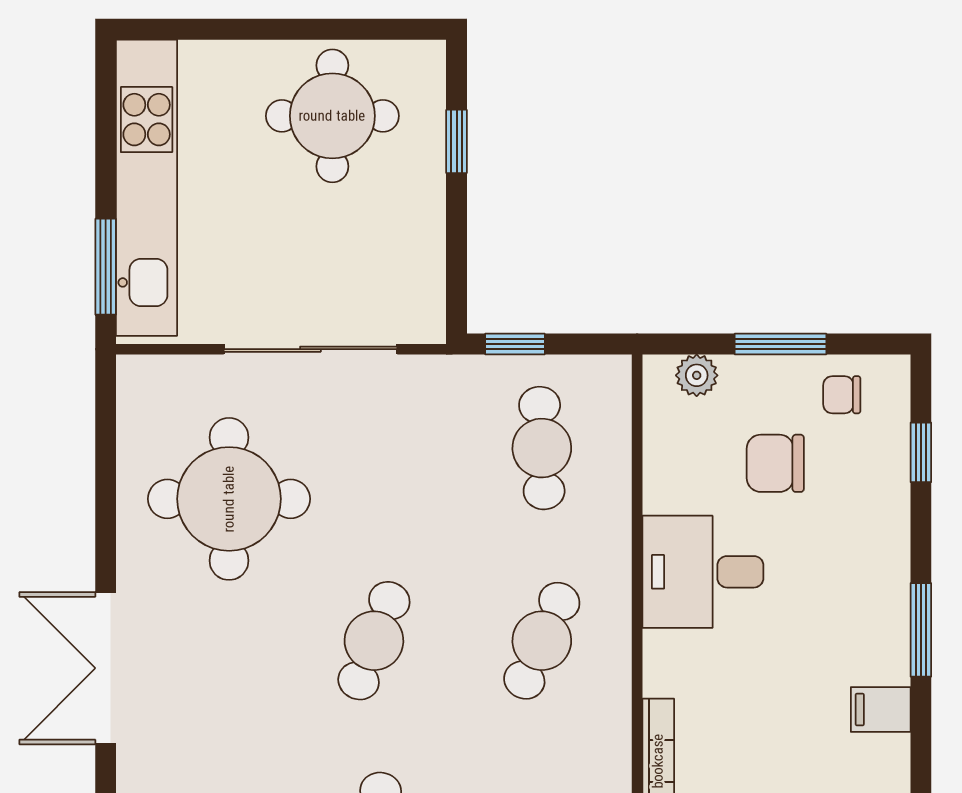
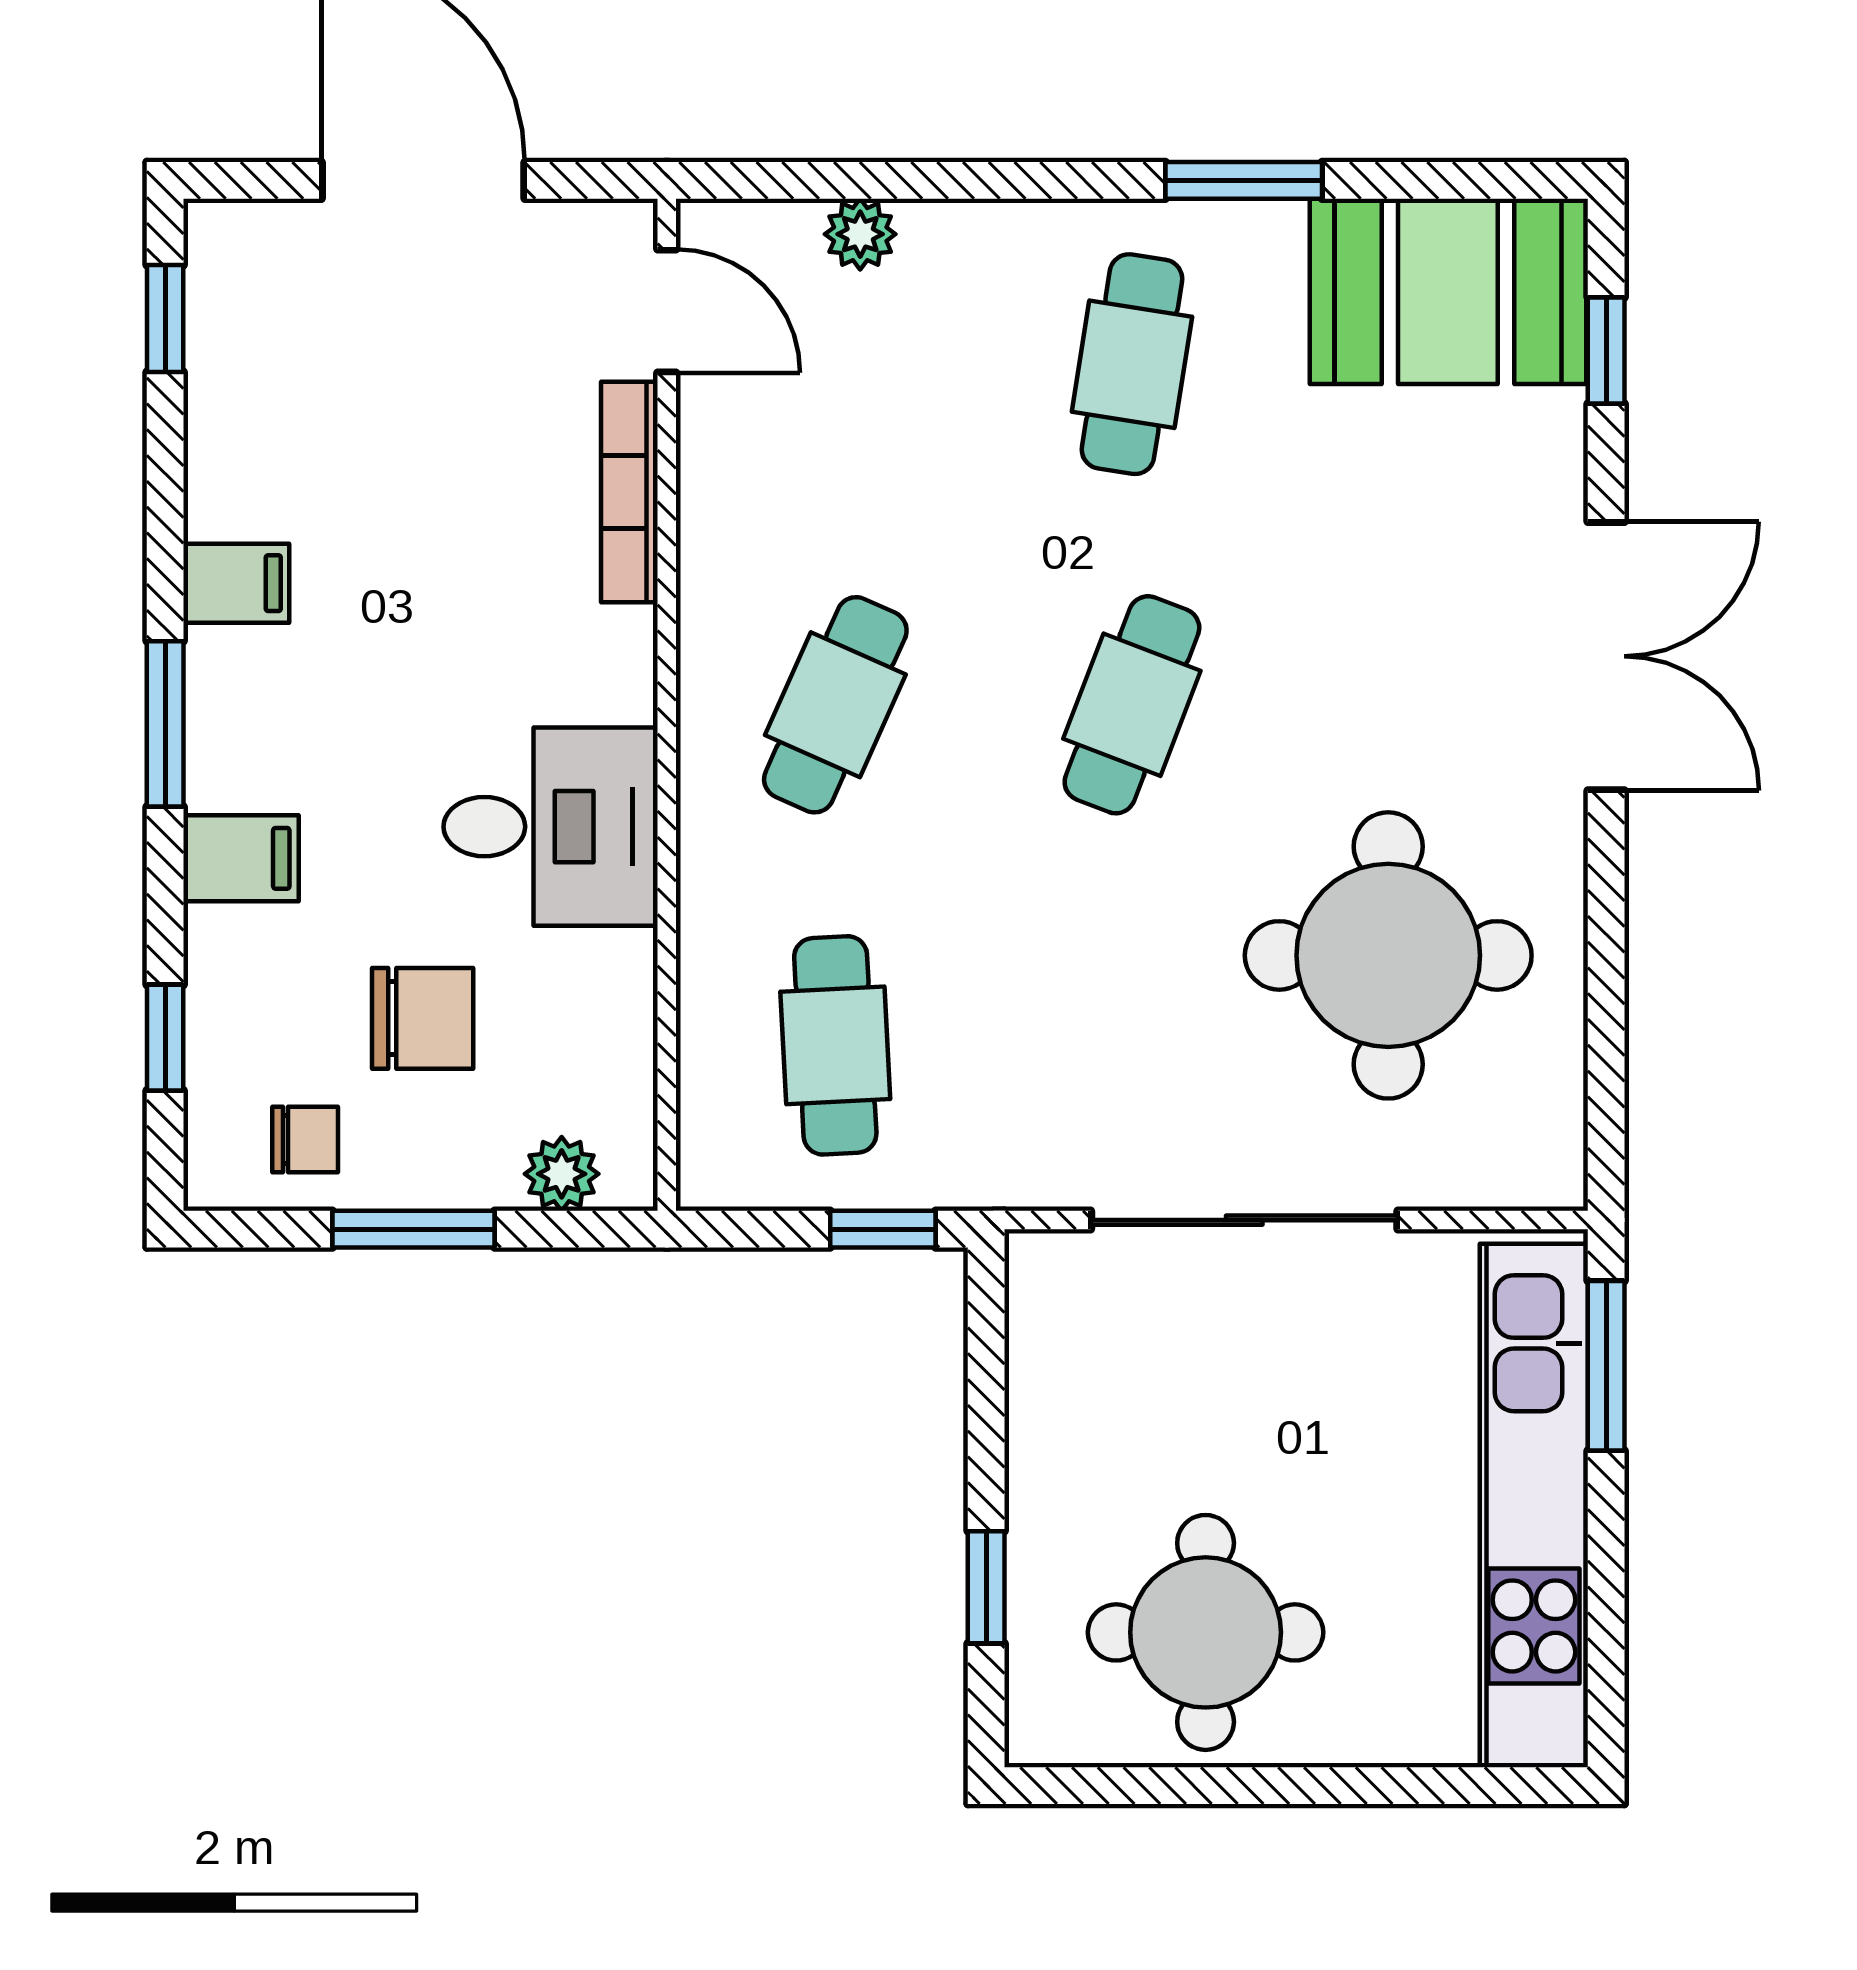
filing cabinet: (878, 554) -> (241, 858), added

